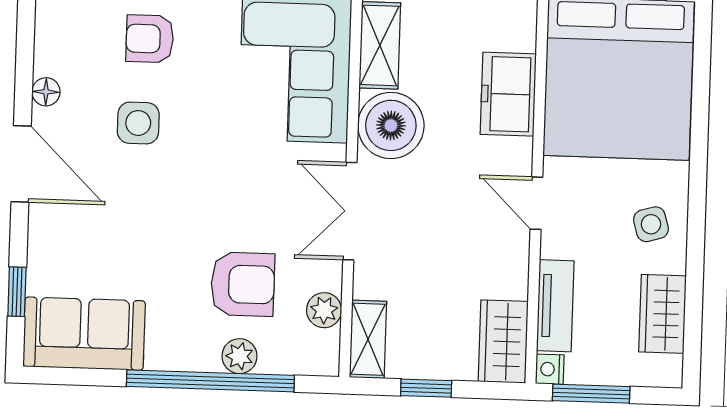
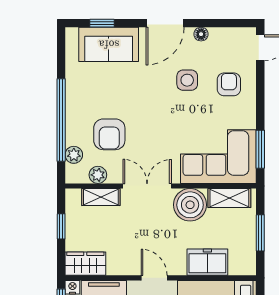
door: (536, 203) -> (154, 278), hinge flipped
sofa: (84, 334) -> (109, 44), moved, turned 90
shelving: (368, 339) -> (101, 197), moved
plant: (240, 356) -> (74, 155), moved

